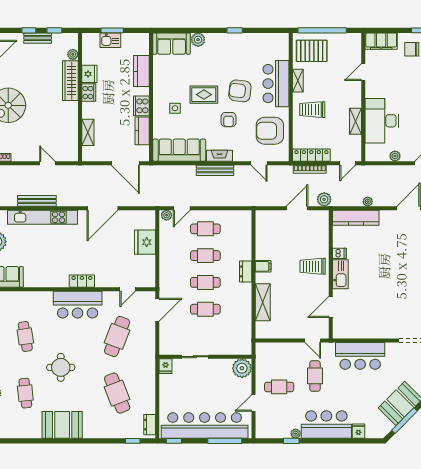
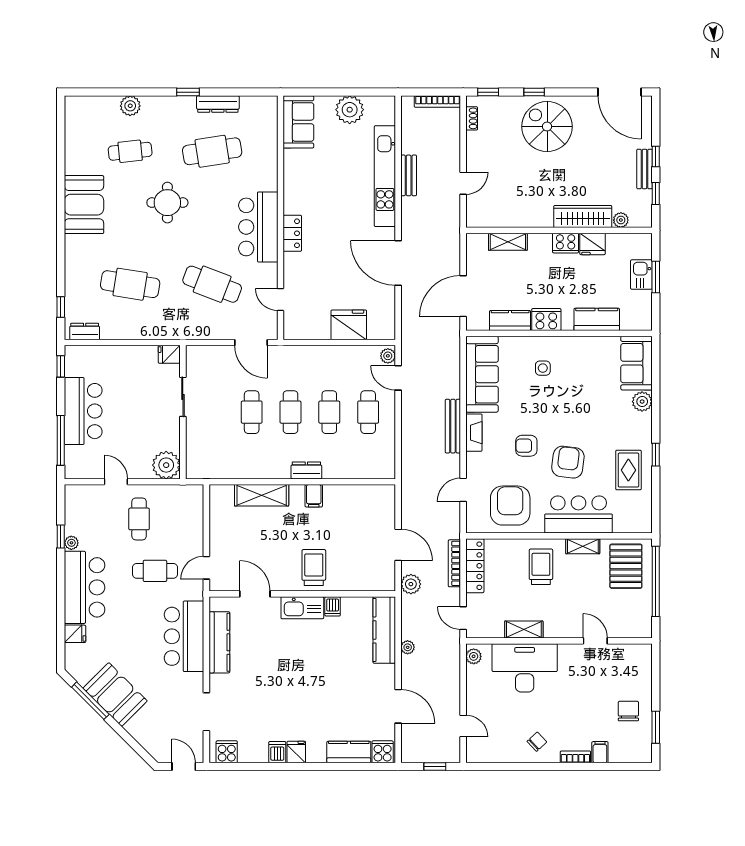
filing cabinet: (381, 41) -> (640, 667), removed
rug: (204, 95) -> (628, 470), moved
plant: (395, 156) -> (474, 656), moved
bench: (37, 201) -> (409, 175), width x0.73
kitchen counter: (364, 332) -> (219, 642), added
cafe table: (25, 336) -> (212, 151), width x1.37, depth x1.35
cafe table: (117, 393) -> (130, 284), turned 30
bar counter: (205, 426) -> (83, 411), width x0.54

